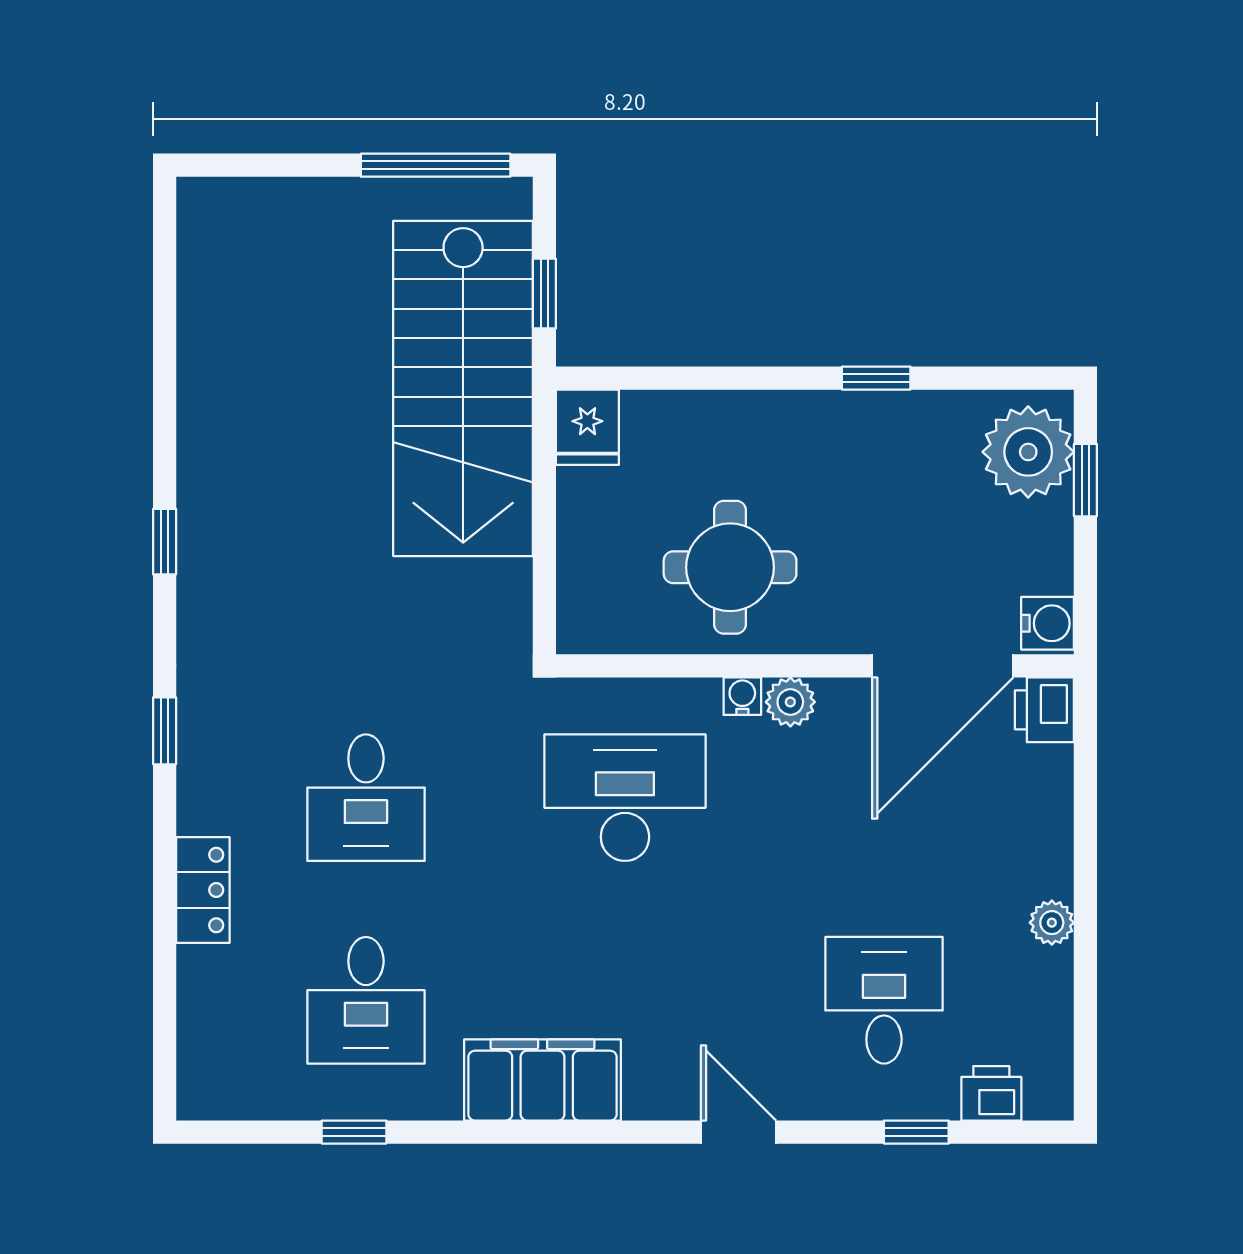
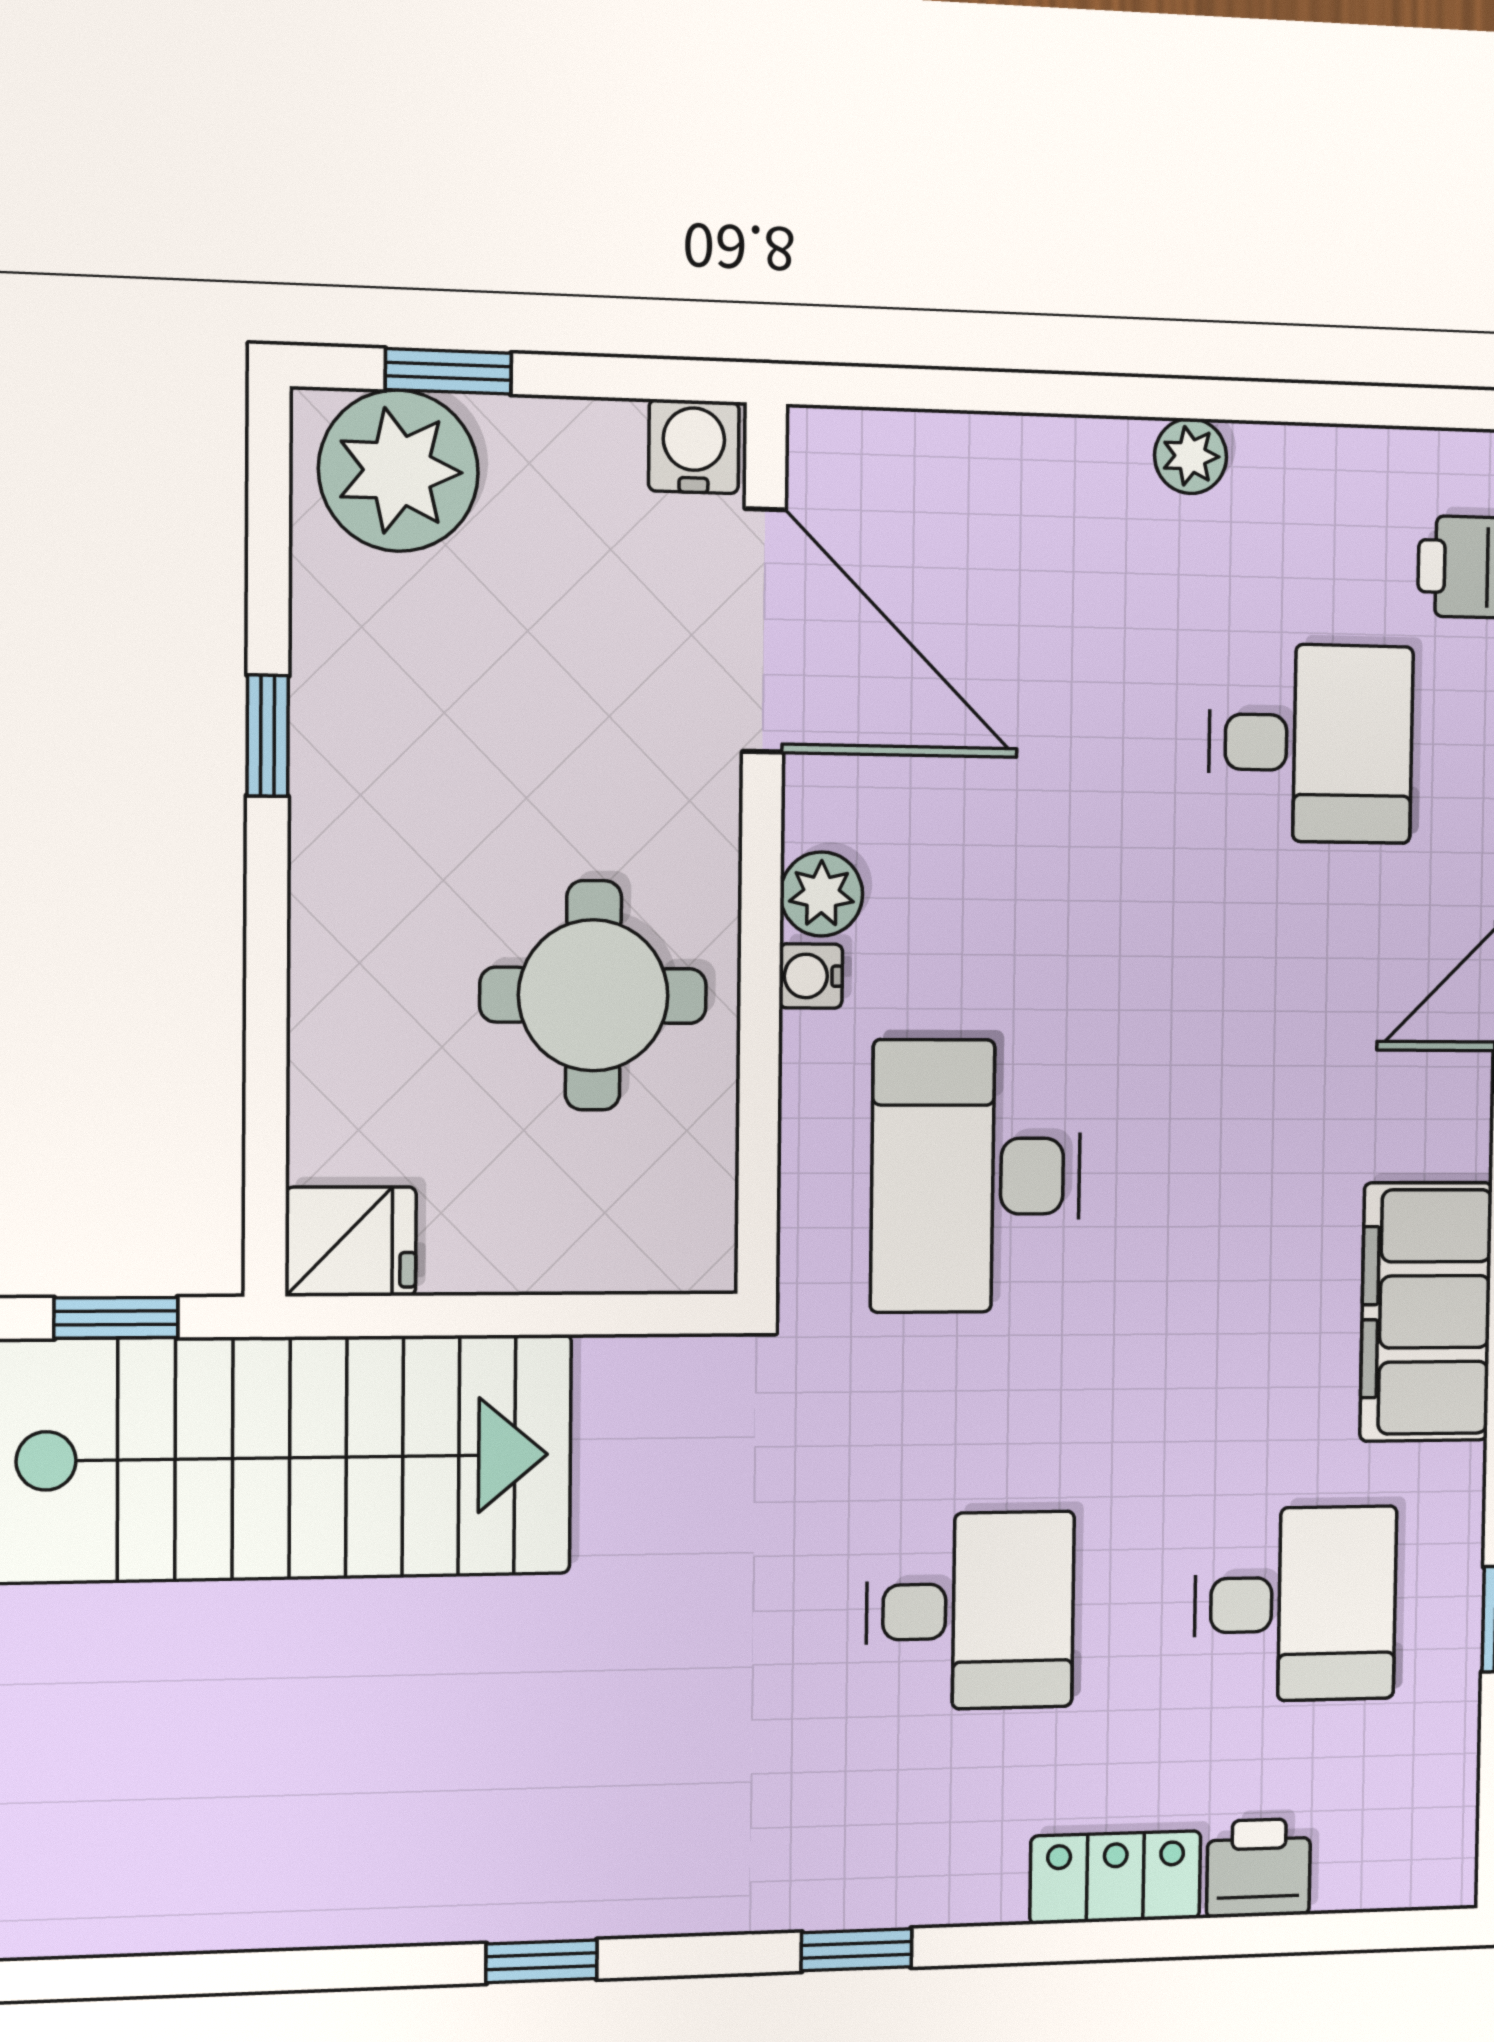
printer: (1044, 710) -> (1259, 1868), moved, turned 180
desk: (884, 1000) -> (1311, 743), turned 180

